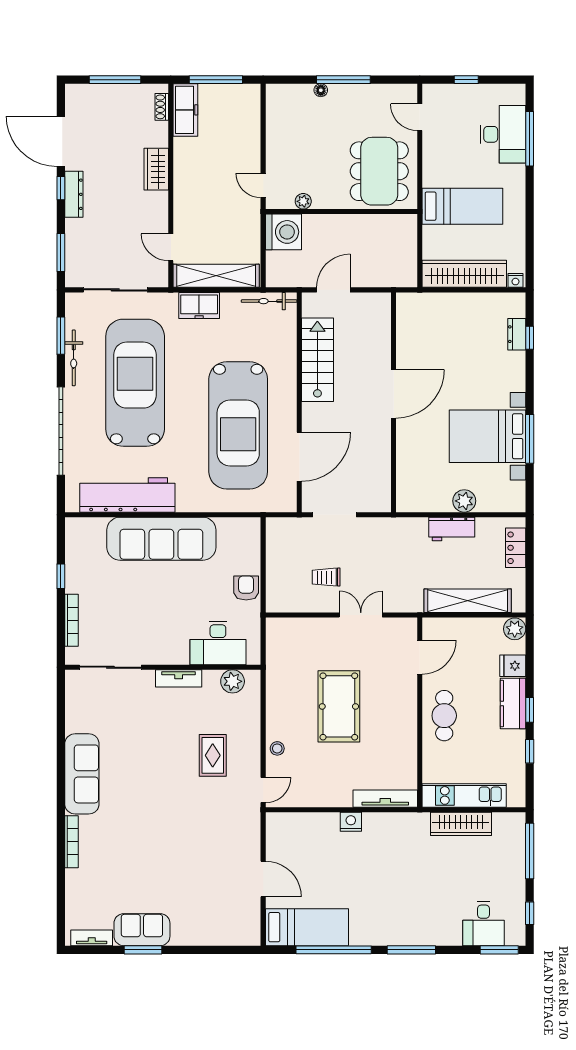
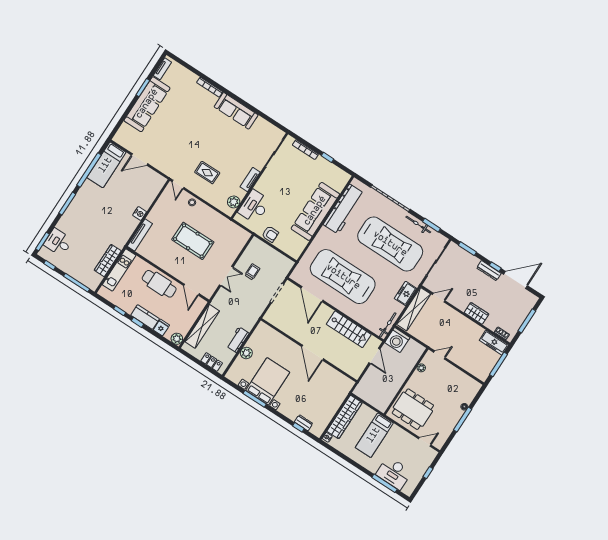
washing machine: (283, 232) -> (397, 340), moved
cafe table: (444, 716) -> (159, 284), width x1.37, depth x1.35
sofa: (142, 930) -> (147, 104), width x1.85, depth x1.27

